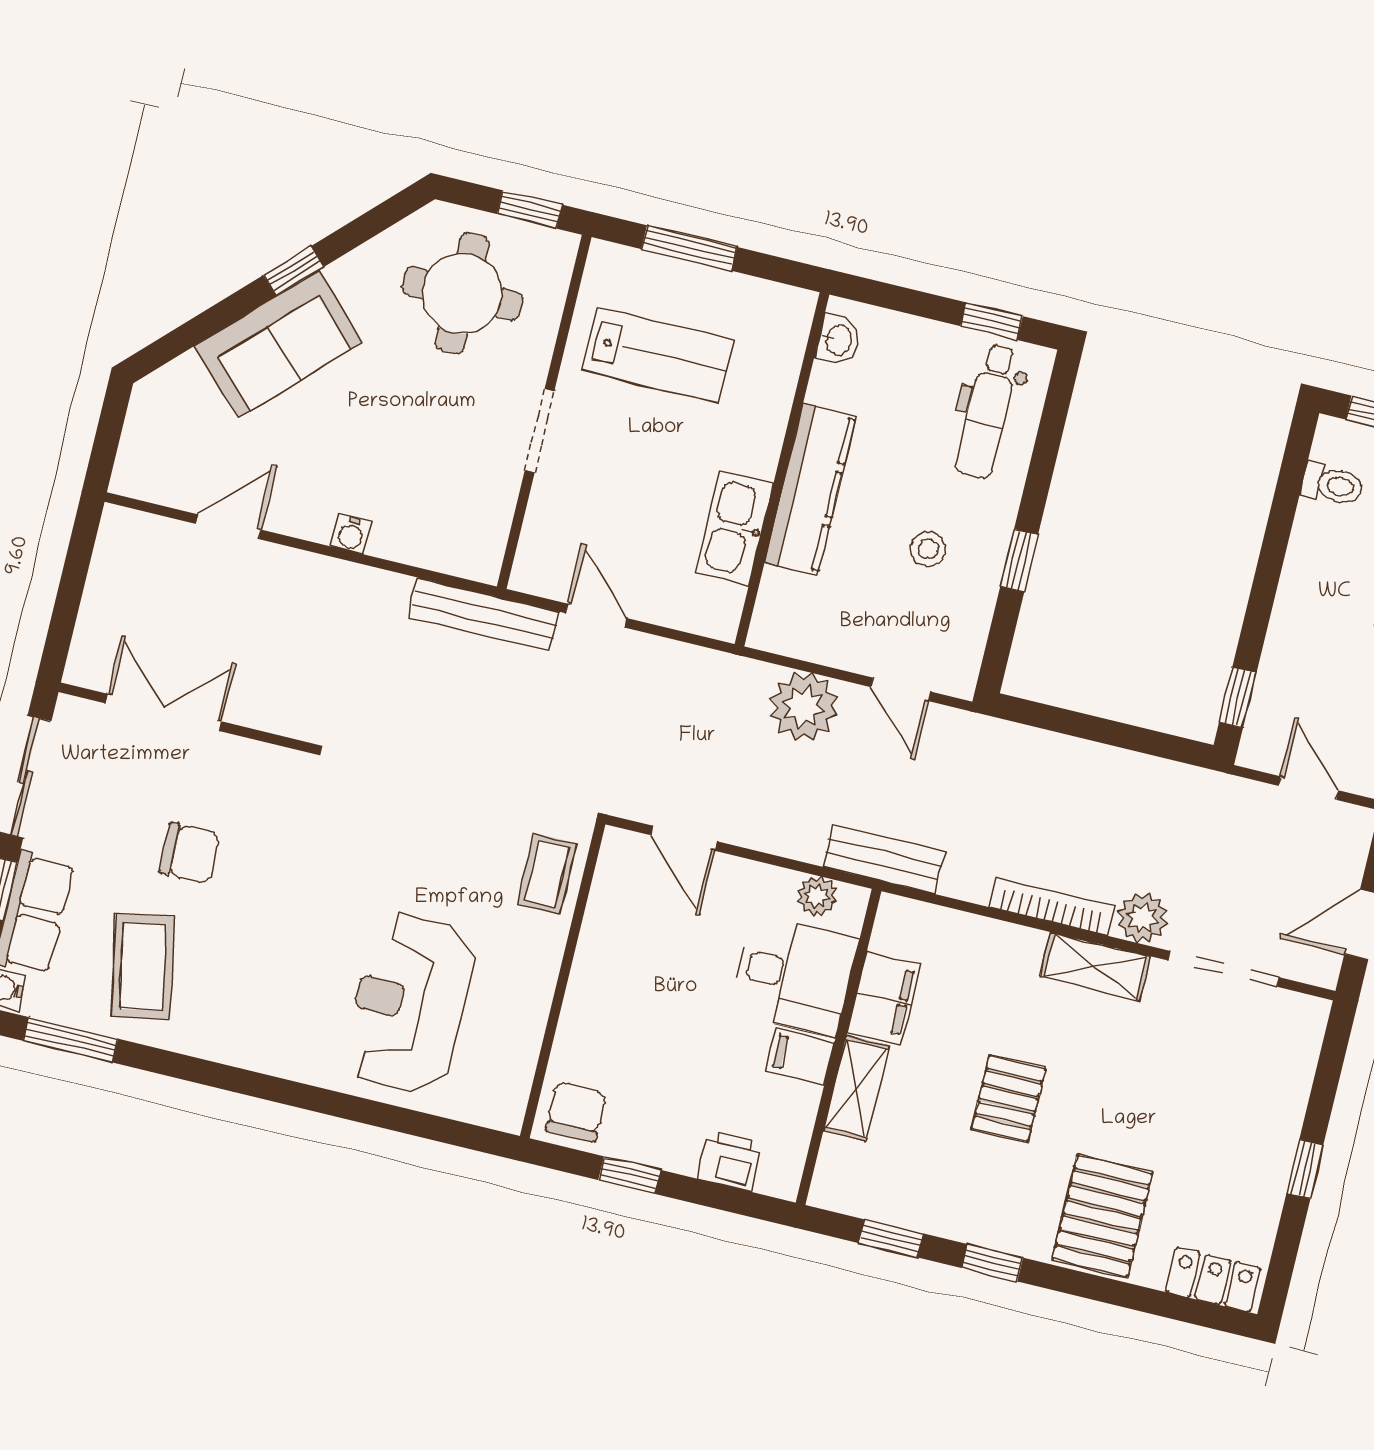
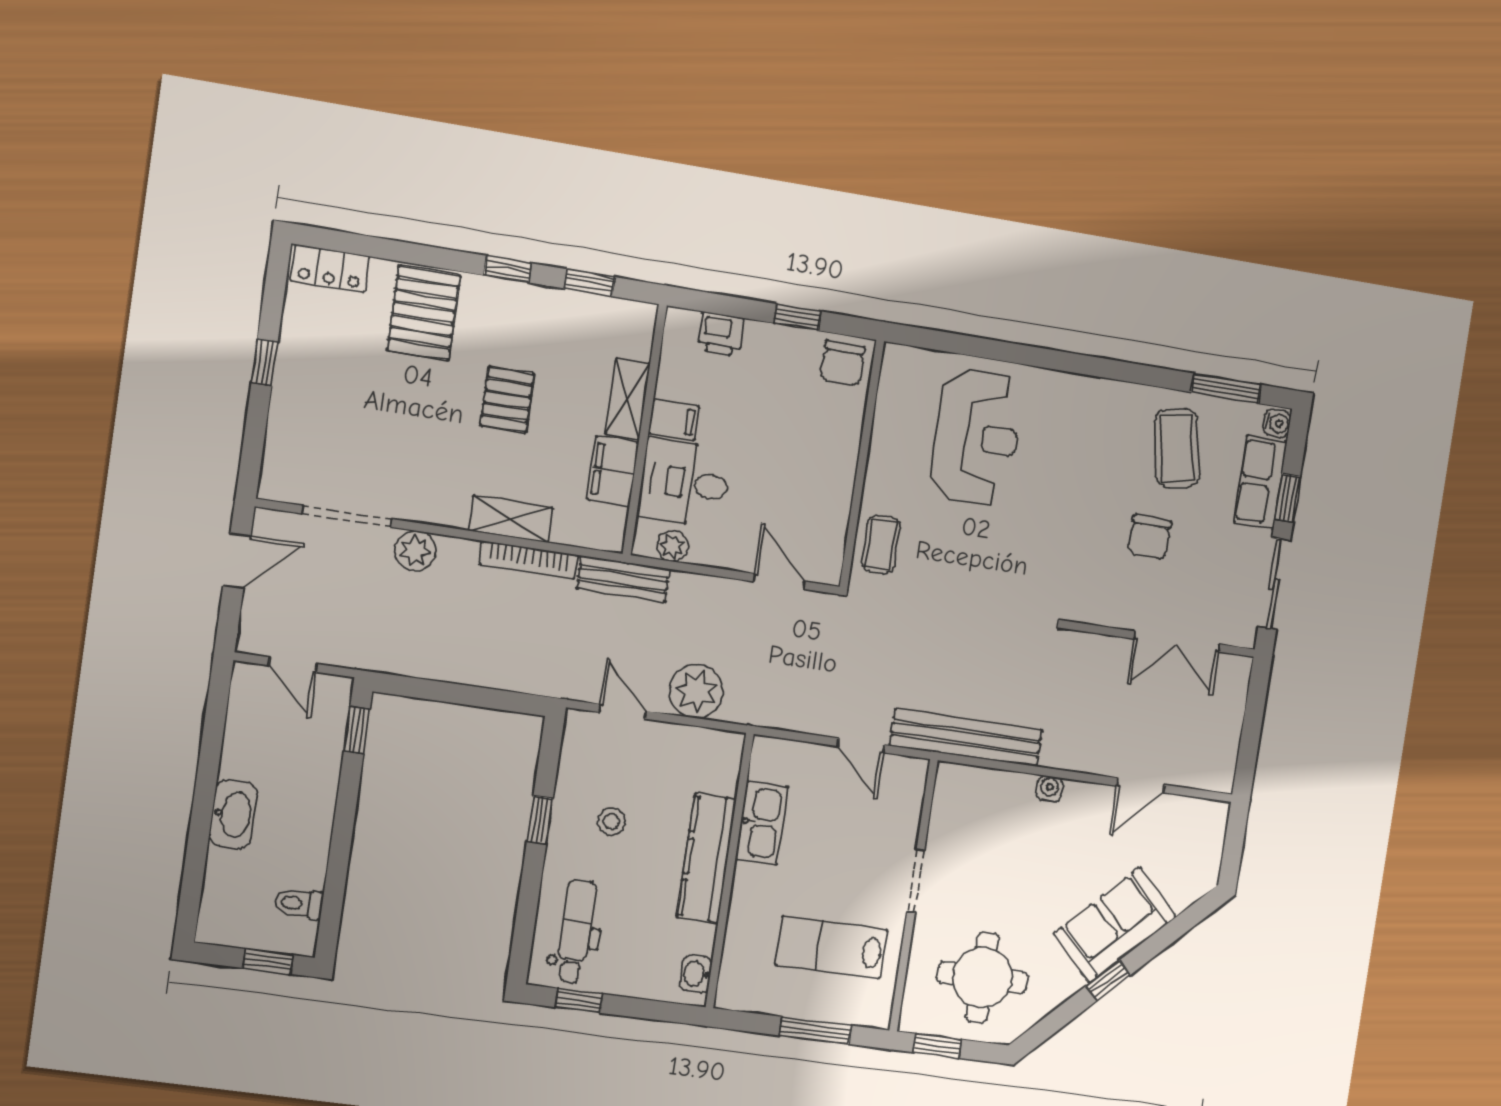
bench: (484, 614) -> (966, 738), width x1.37, depth x1.21
chair: (190, 853) -> (1149, 537), turned -87
bookcase: (1052, 906) -> (529, 560), moved
shelving: (1095, 966) -> (511, 519), moved

